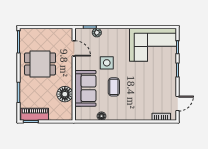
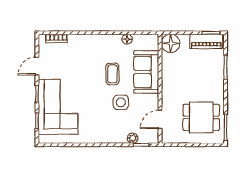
corner sofa: (153, 45) -> (58, 107), moved, turned 90
door: (74, 48) -> (160, 119), hinge flipped
dining table: (40, 64) -> (201, 117), moved
floor lamp: (65, 94) -> (171, 43), moved
door: (178, 104) -> (37, 66), moved

